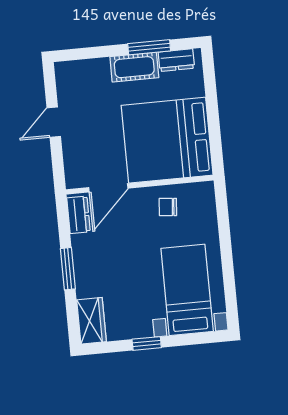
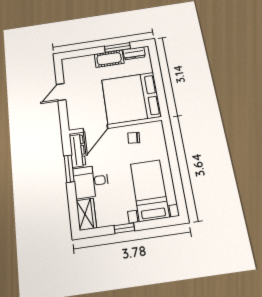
dresser: (79, 215) -> (77, 151), width x1.44
window: (68, 269) -> (69, 169), moved
desk: (99, 272) -> (91, 181), added

